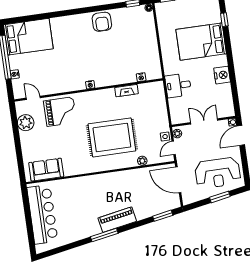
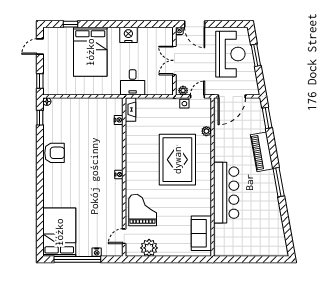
fireplace: (126, 91) -> (130, 109), moved
door: (174, 148) -> (198, 96), swing flipped
bar counter: (42, 214) -> (226, 193), moved, turned 90
piano: (117, 220) -> (262, 152), moved

